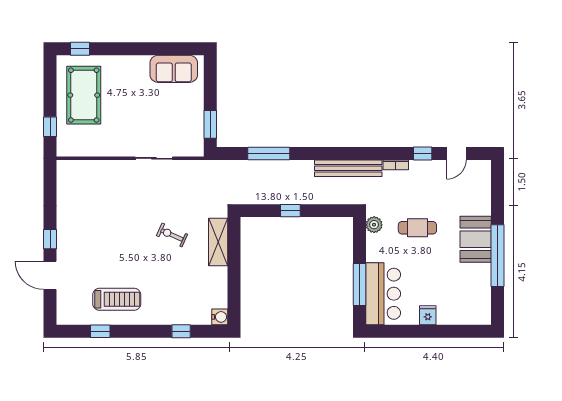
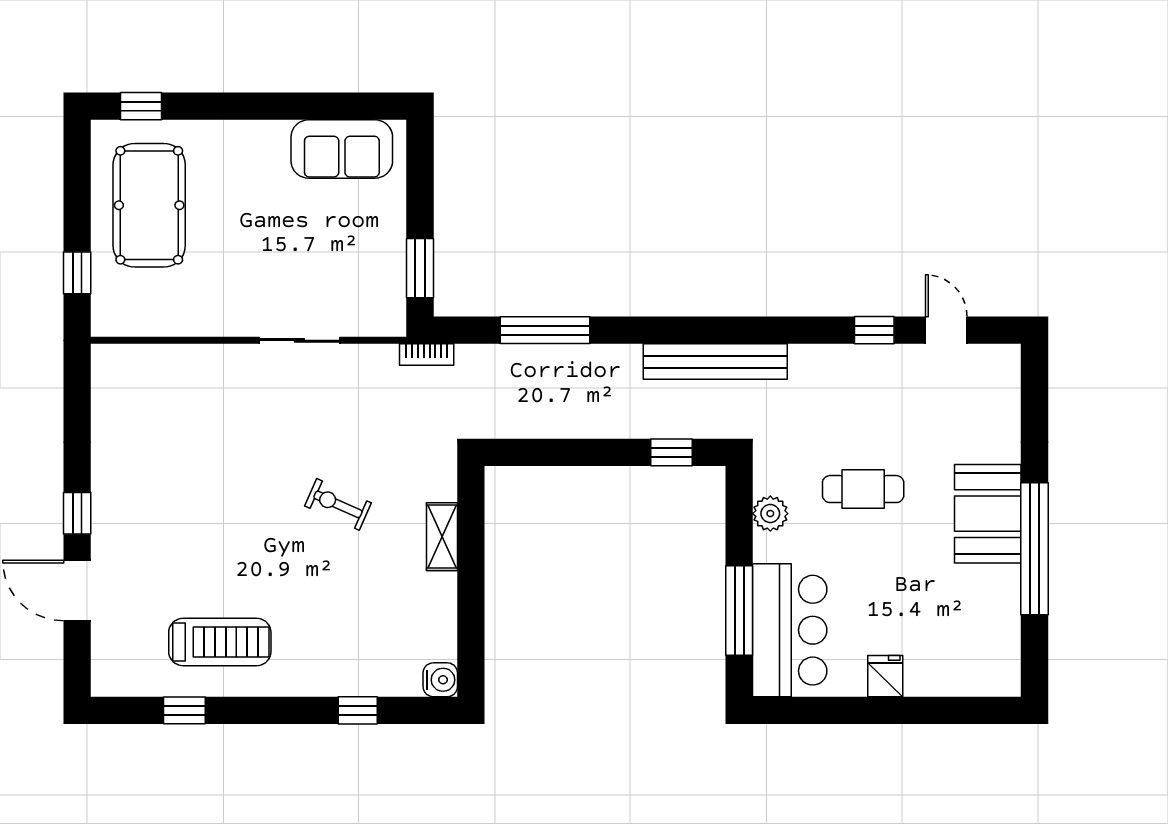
door: (456, 154) -> (946, 330), swing flipped
bookcase: (396, 165) -> (427, 355), moved
window: (290, 211) -> (671, 452), moved
plant: (374, 225) -> (770, 514), moved
shelving: (218, 242) -> (442, 537), width x0.67, depth x0.75

